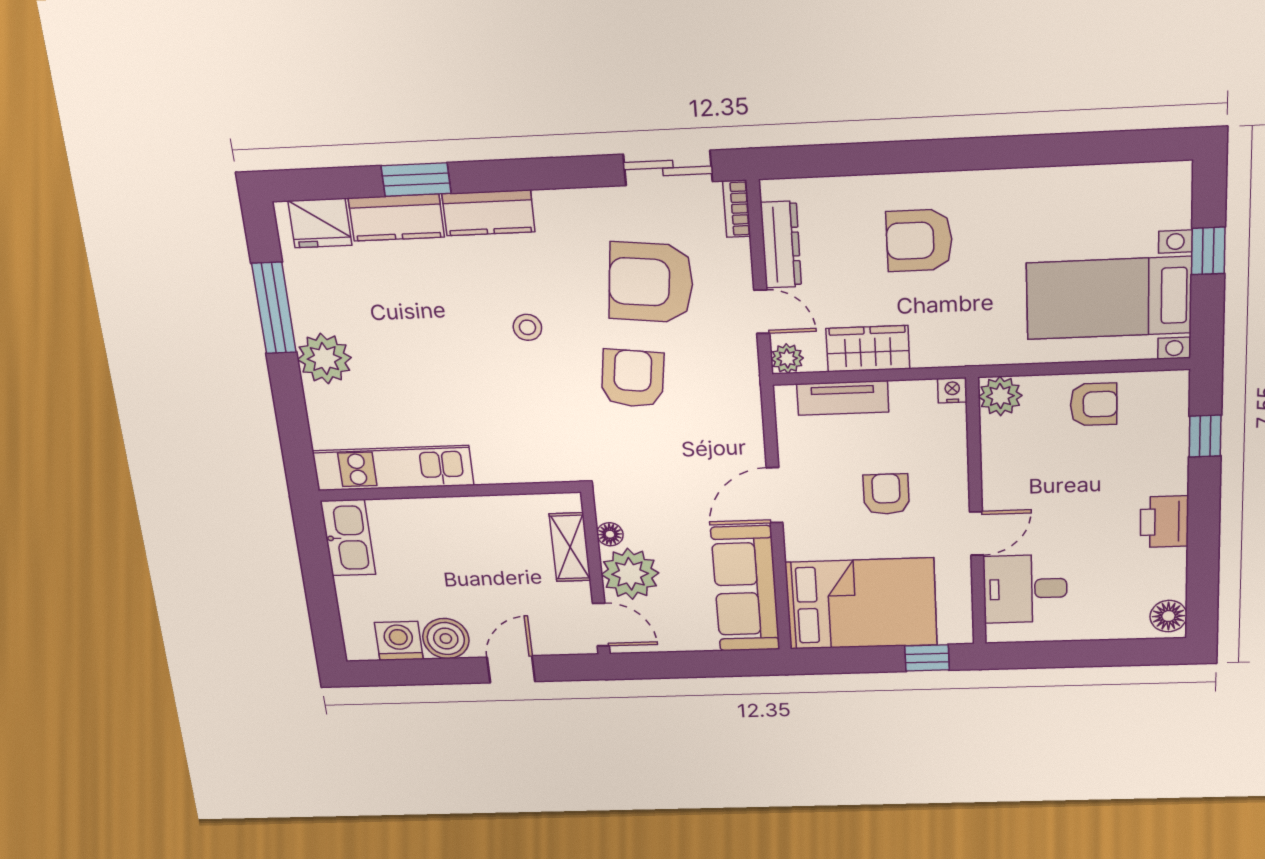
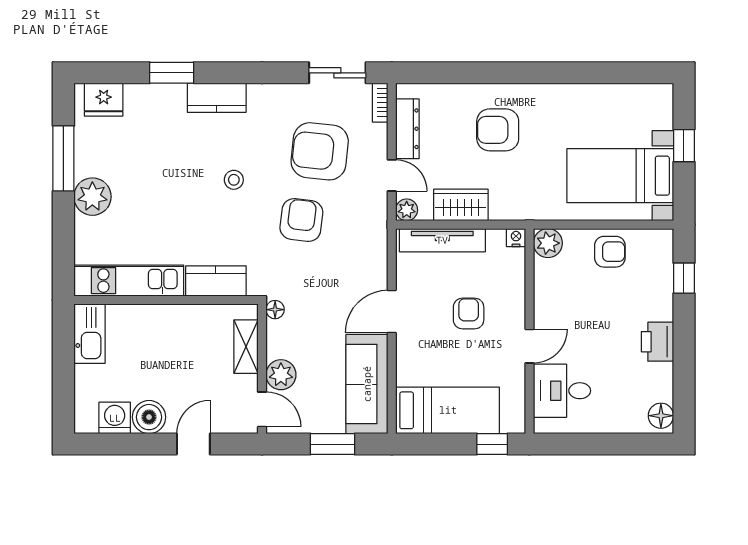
kitchen counter: (396, 218) -> (216, 281), moved, turned 180
tv unit: (843, 398) -> (442, 240), width x1.41
floor lamp: (610, 534) -> (275, 310), moved
plant: (630, 574) -> (281, 375), width x0.73, depth x0.73
bed: (861, 604) -> (448, 410), width x0.67
window: (703, 664) -> (333, 444), added

